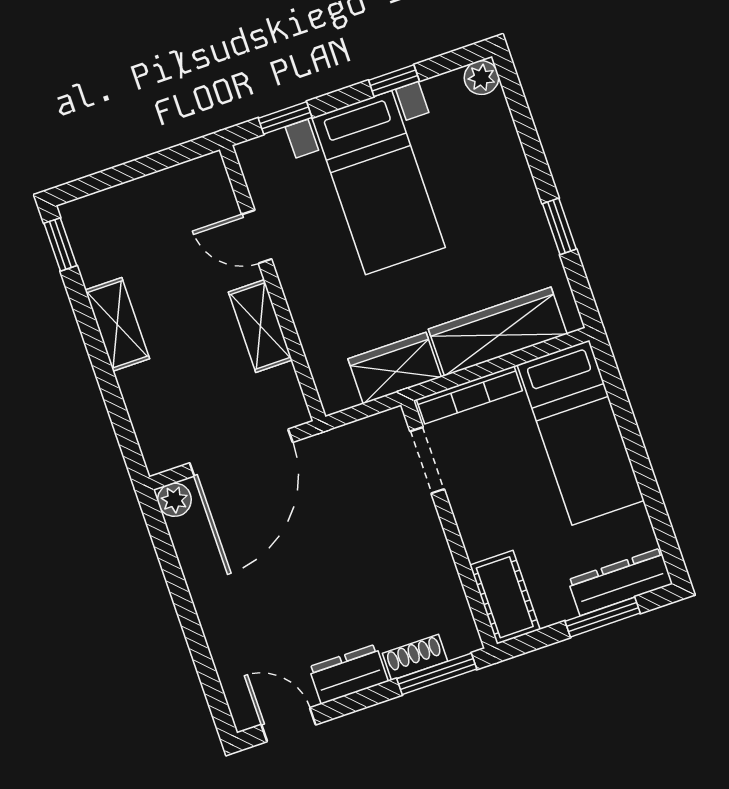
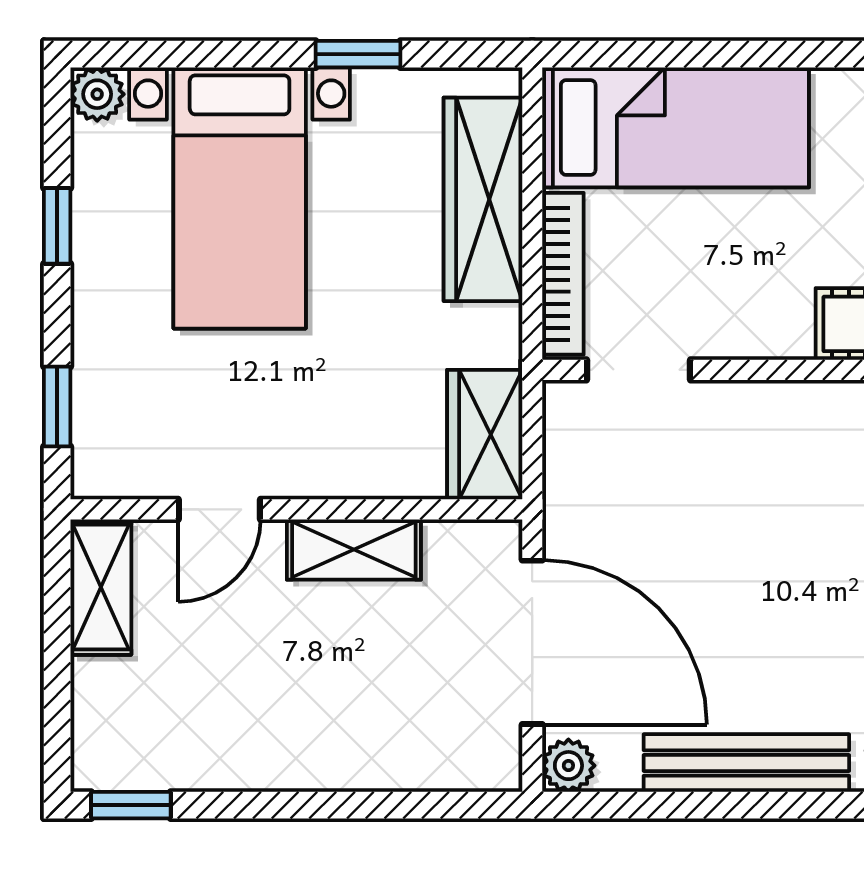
bed with nightstands: (379, 183) -> (240, 198), moved, turned 90
shelving: (117, 324) -> (101, 587), moved, turned 90
wardrobe: (395, 368) -> (485, 435), moved
bench: (213, 606) -> (746, 763), added

